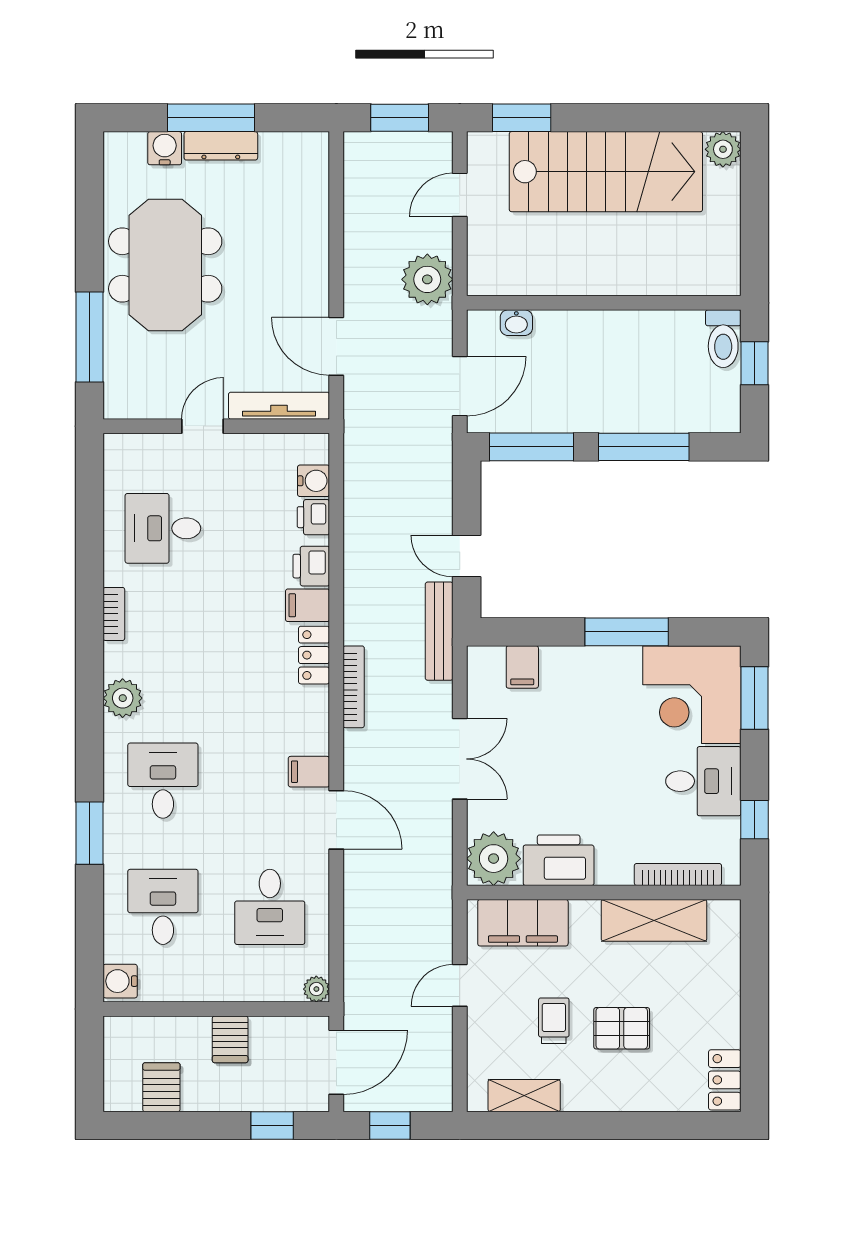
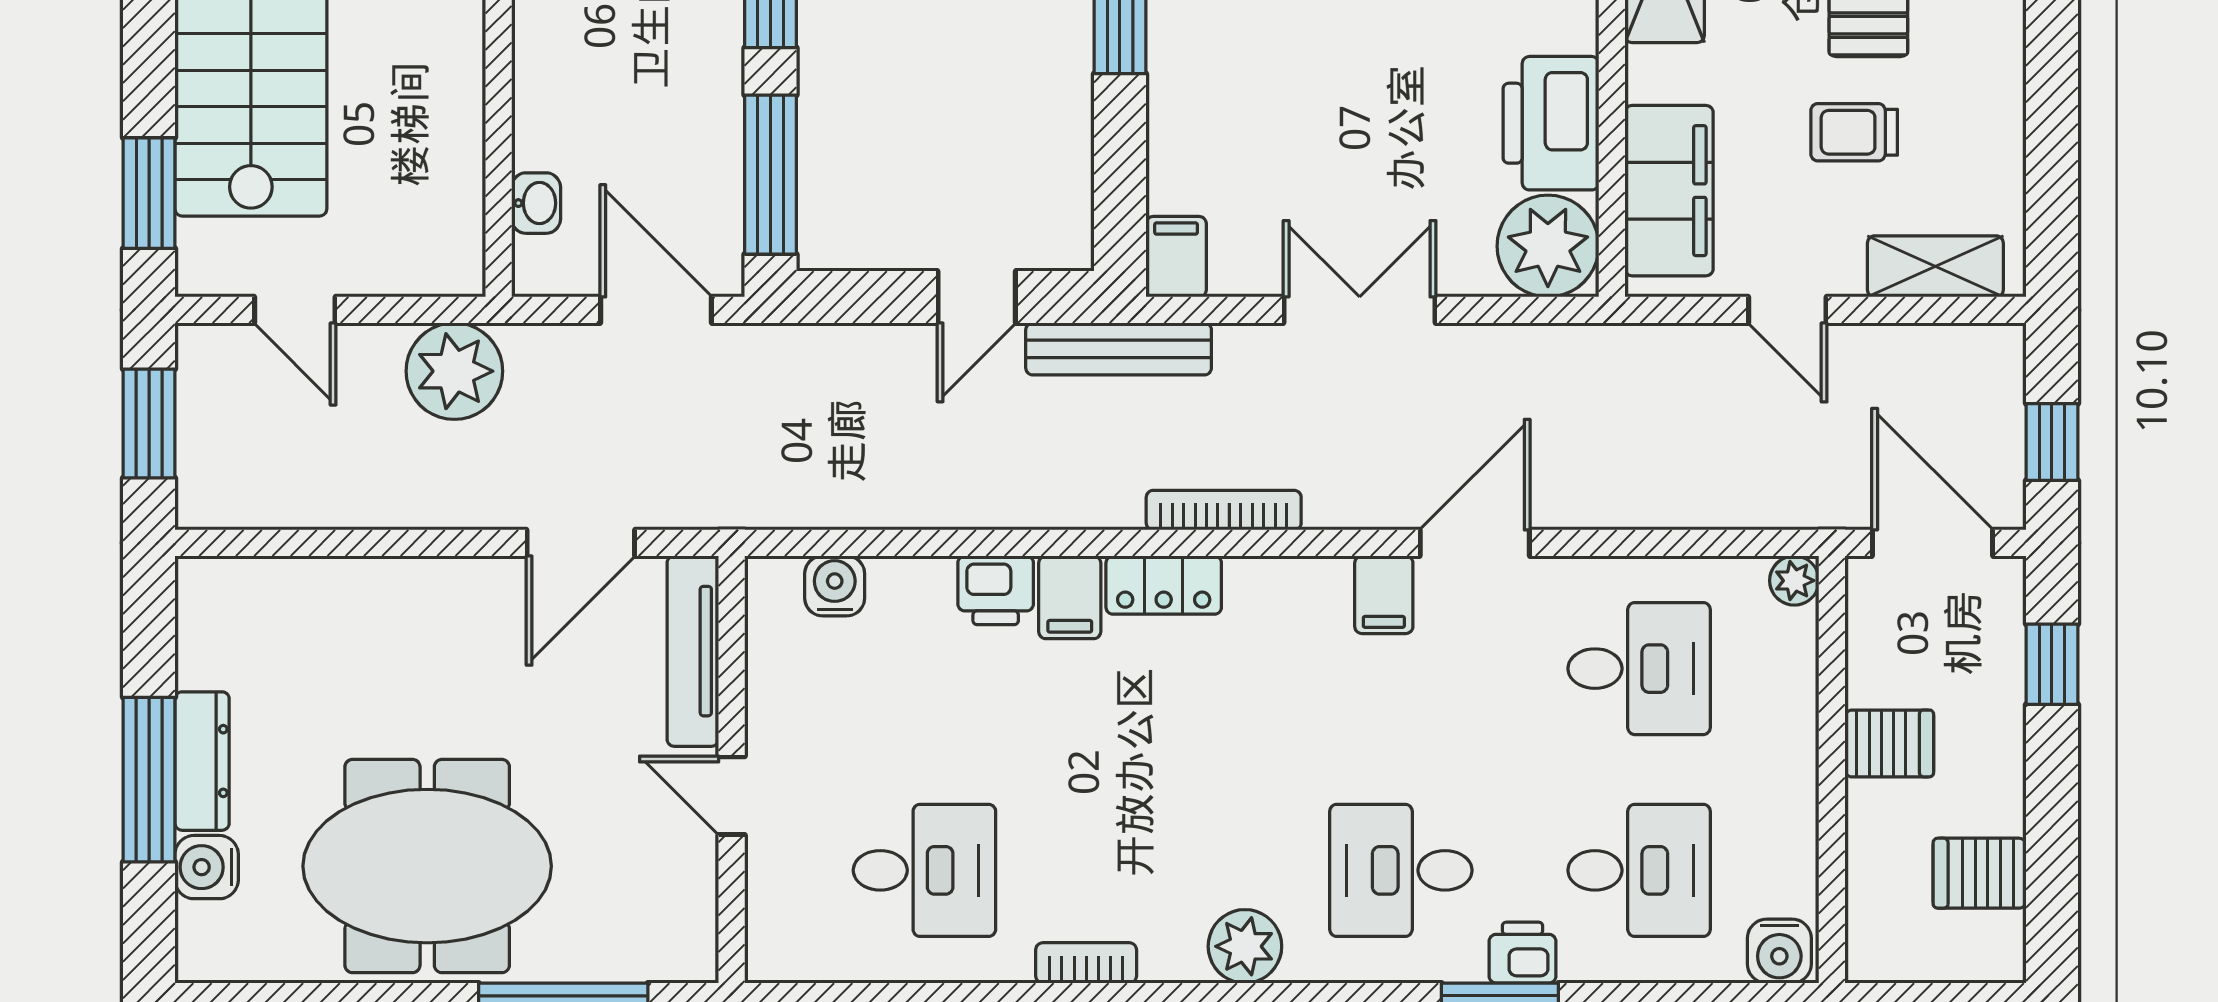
printer: (313, 517) -> (1523, 953), moved, turned 180
desk: (163, 528) -> (924, 870), turned -90
filing cabinet: (522, 667) -> (1176, 257), moved, turned -90
desk: (163, 907) -> (1639, 870), turned 180
shelving: (524, 1096) -> (1935, 266), moved, turned 90

